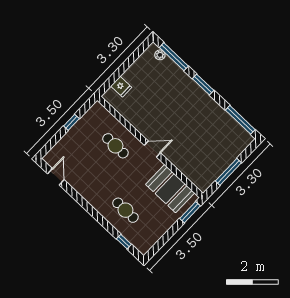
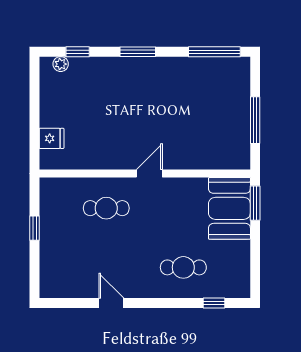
window: (174, 57) -> (78, 52), width x0.46
door: (56, 177) -> (111, 303), moved
booth: (170, 189) -> (229, 208), moved, turned 90

